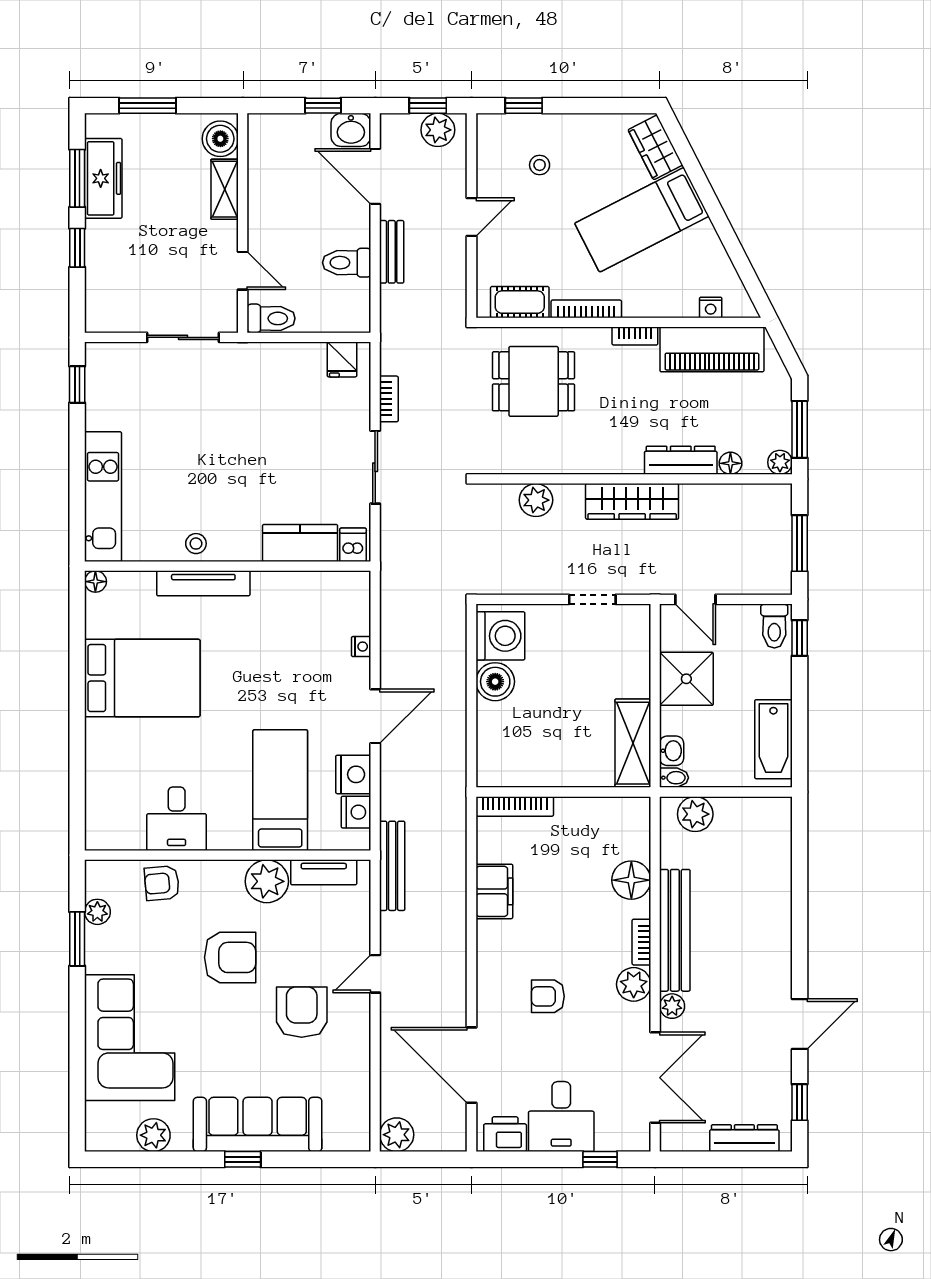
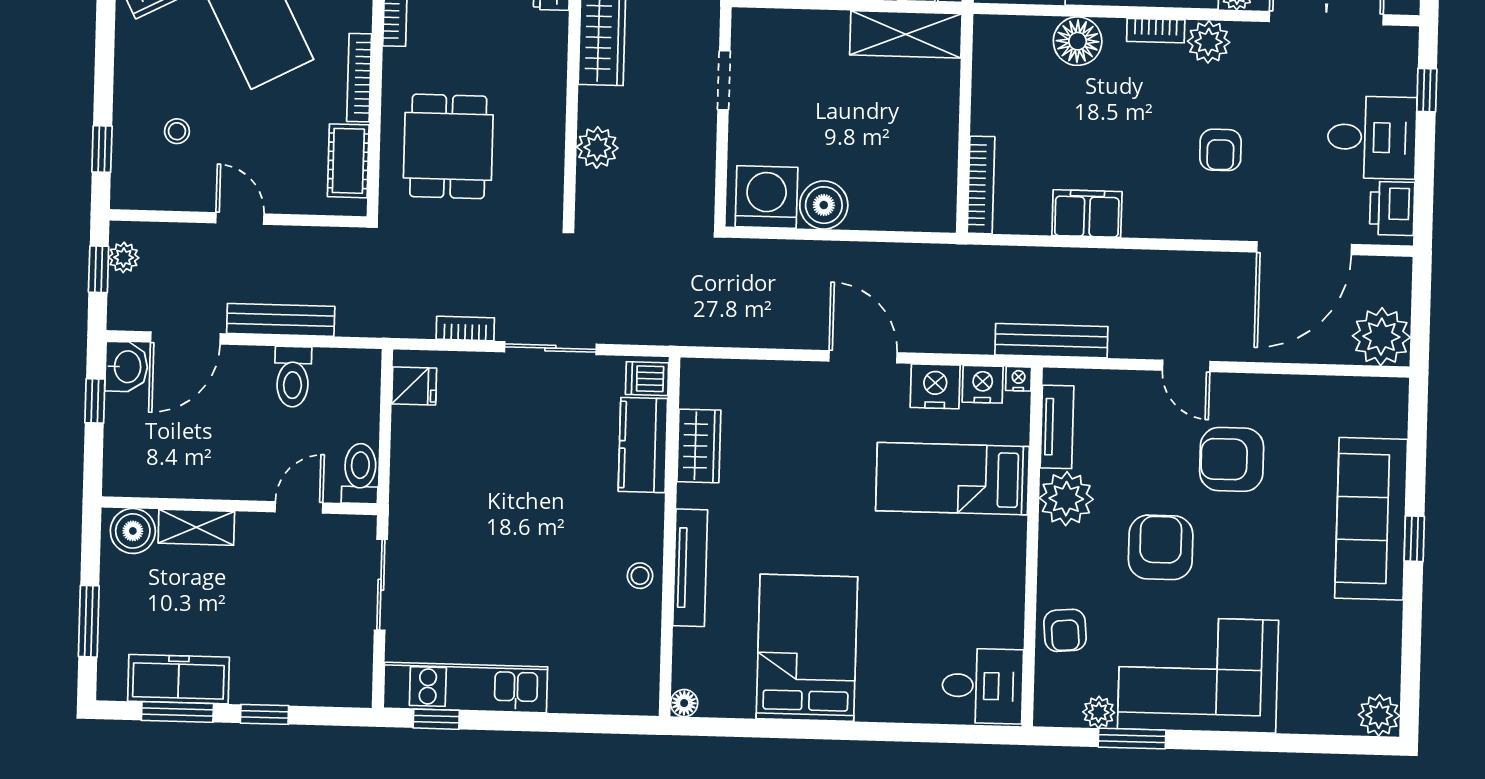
plant: (438, 130) -> (124, 257), width x0.73, depth x0.73
bench: (392, 252) -> (281, 320), width x1.36
kitchen unit: (103, 497) -> (465, 688), moved
wardrobe: (301, 588) -> (699, 446), added
nightstand: (361, 647) -> (1019, 379), moved
desk: (177, 819) -> (983, 686), moved
corner sofa: (130, 1038) -> (1198, 675), moved
plant: (153, 1135) -> (1379, 715), moved
plant: (397, 1135) -> (1381, 337), width x1.36, depth x1.36

